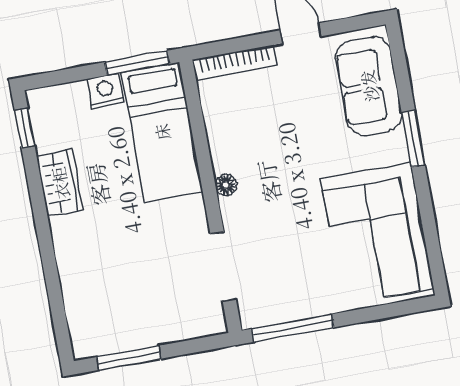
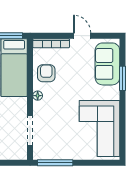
armchair: (236, 132) -> (46, 73), added
window: (413, 139) -> (122, 78), moved

